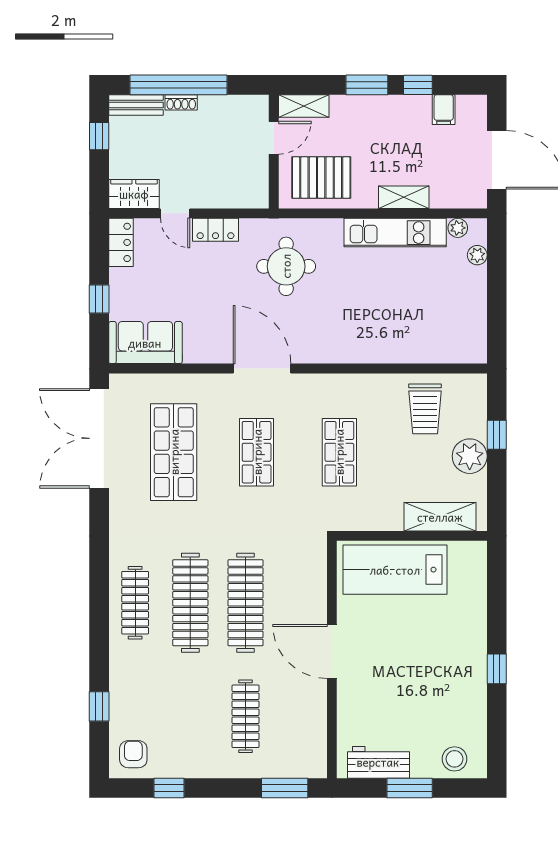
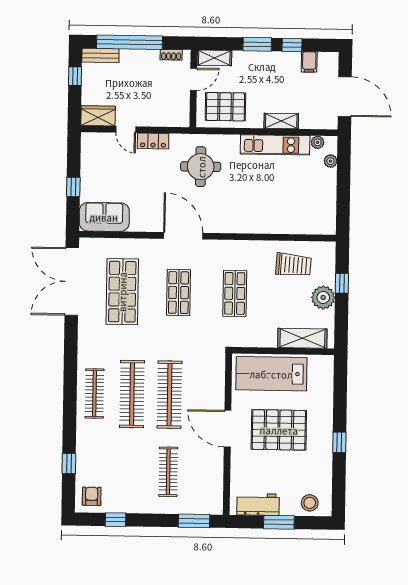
shoe rack: (181, 102) -> (171, 55), moved
locker: (121, 242) -> (89, 149), removed
trolley: (425, 409) -> (293, 265), turned -86
pallet: (407, 652) -> (279, 430), added

